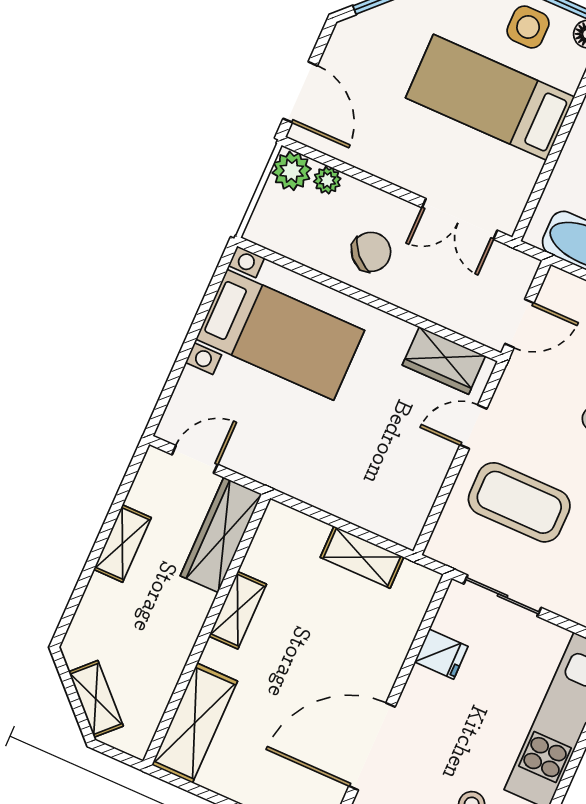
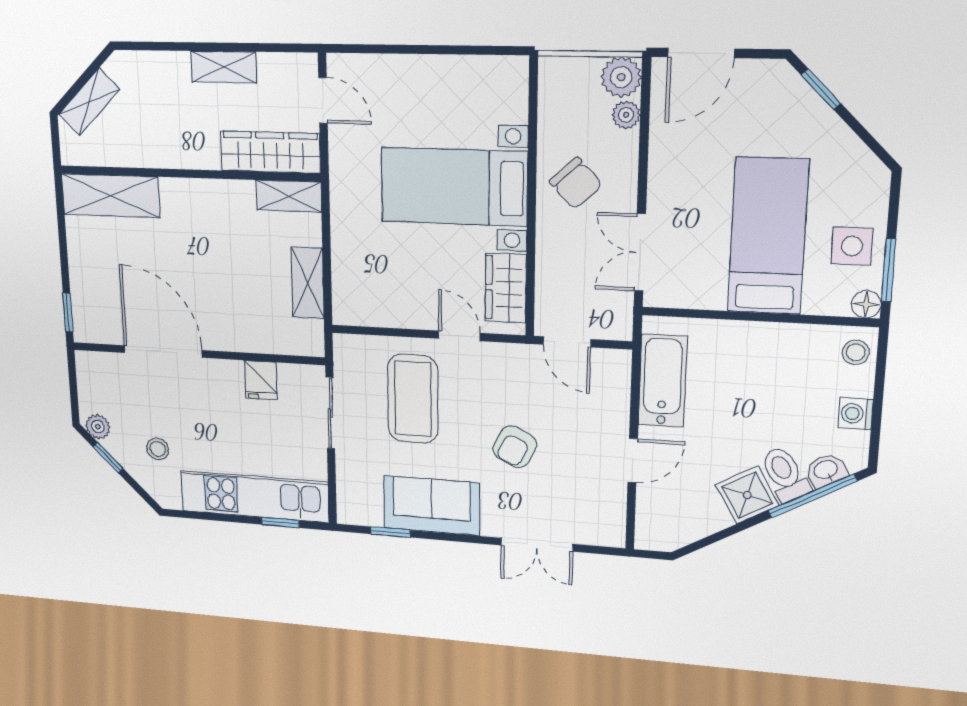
bed with nightstands: (280, 335) -> (454, 187), moved, turned 90
shelving: (238, 610) -> (289, 196), moved

